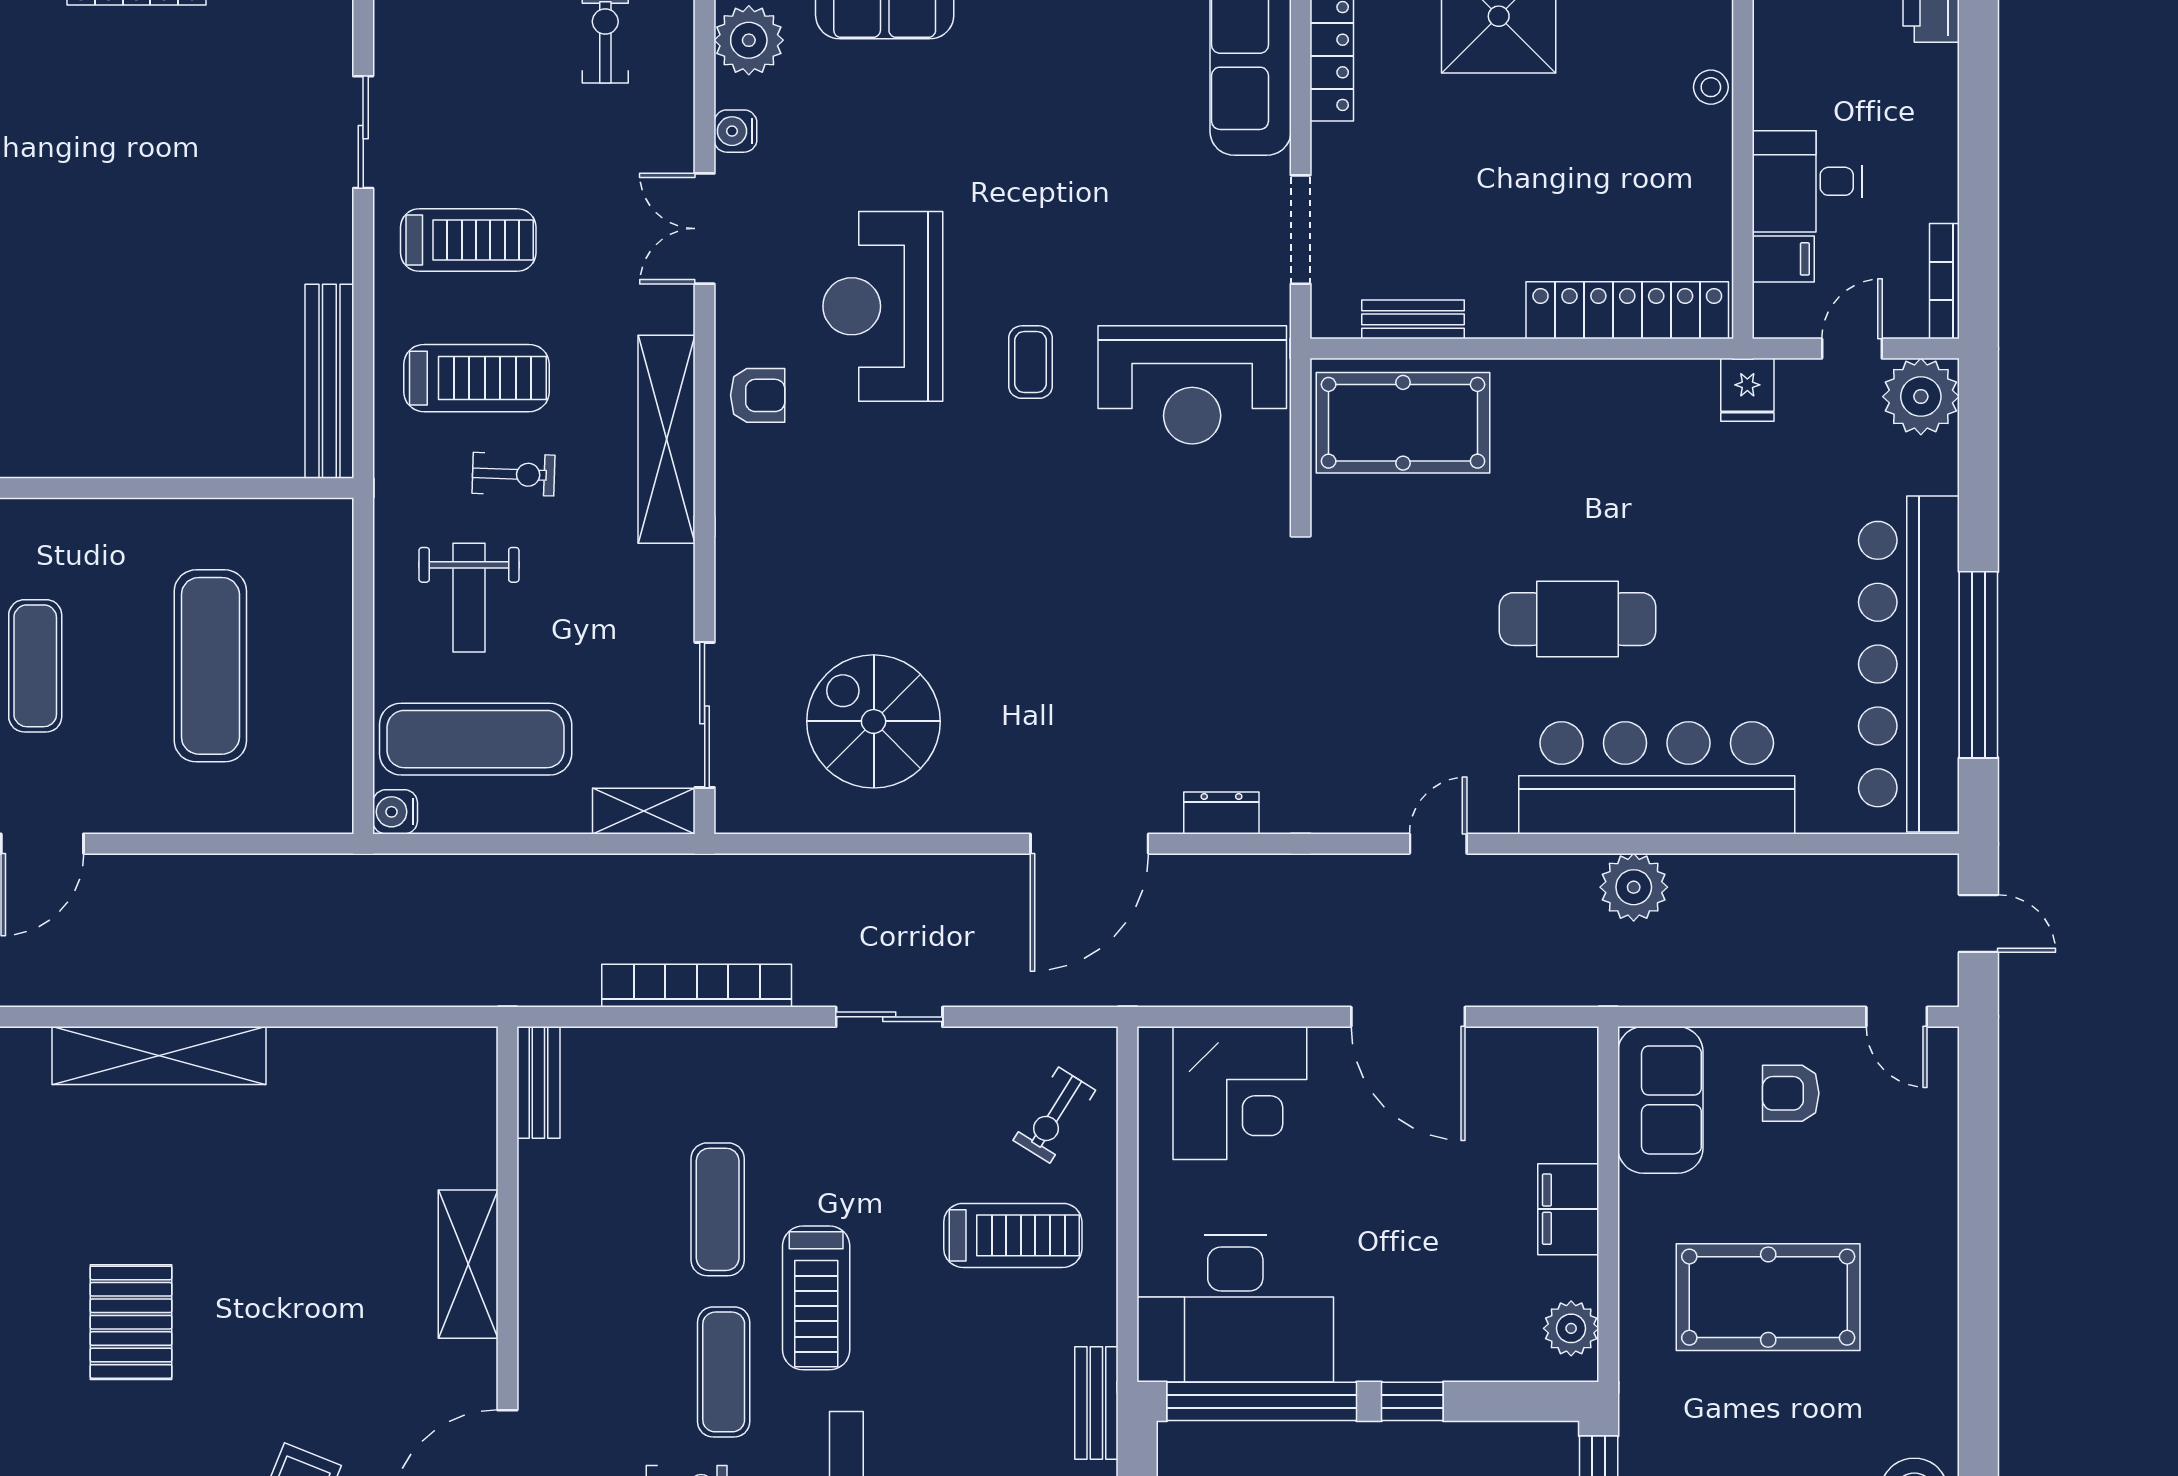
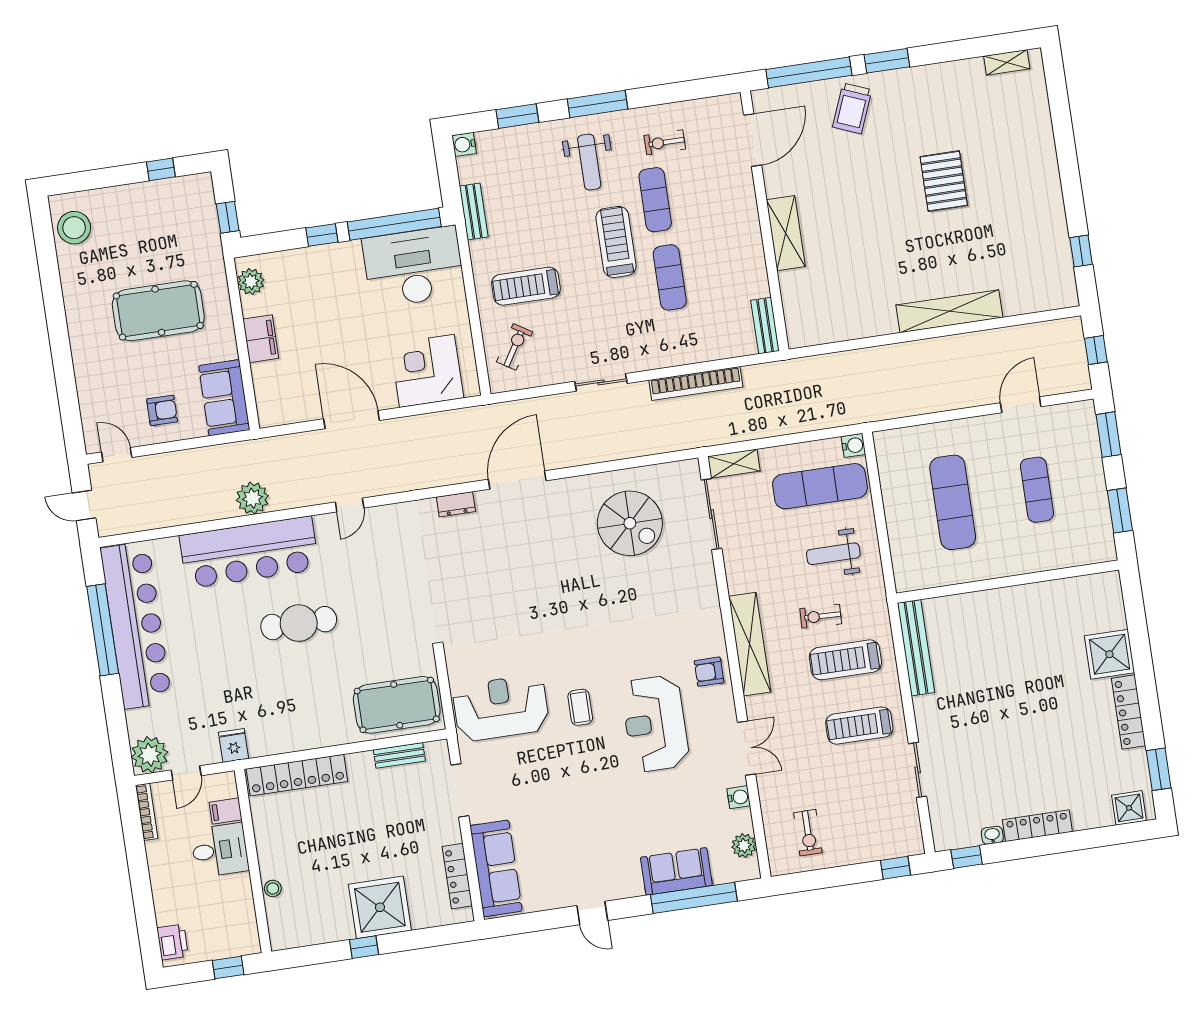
plant: (749, 40) -> (744, 846), width x0.73, depth x0.73
reception desk: (883, 306) -> (655, 724), turned 180
weight bench: (469, 598) -> (833, 554), turned -90

